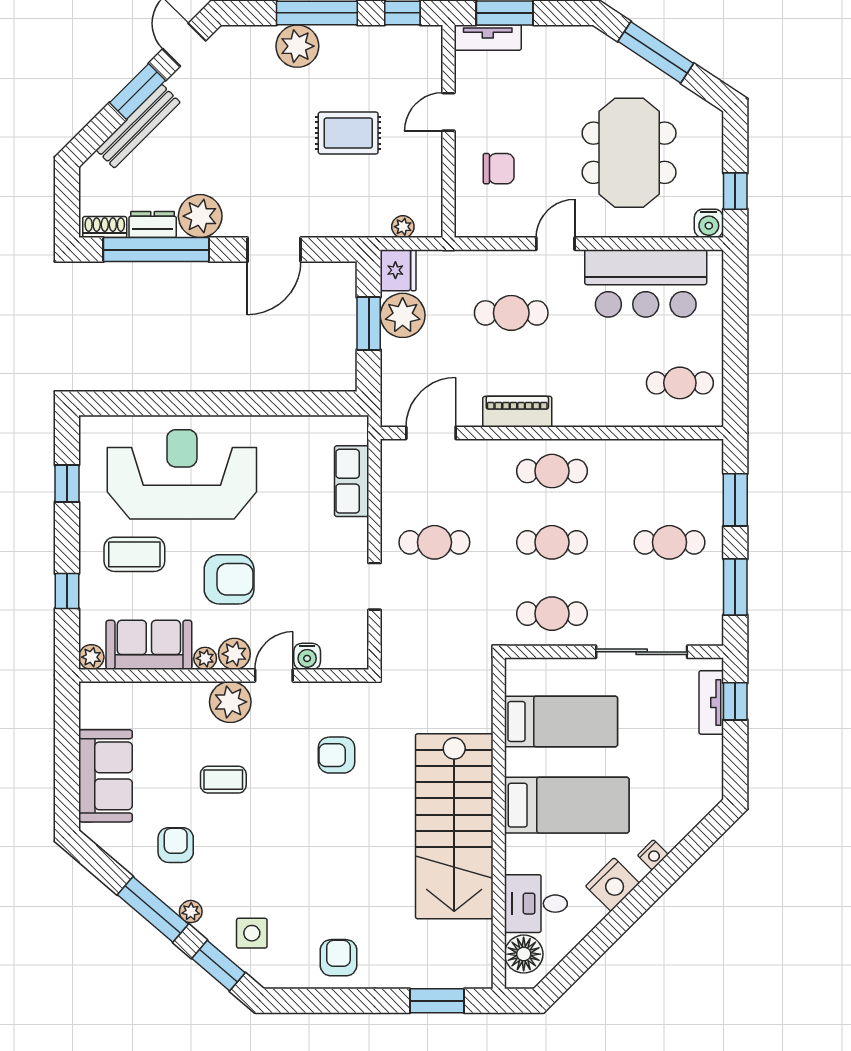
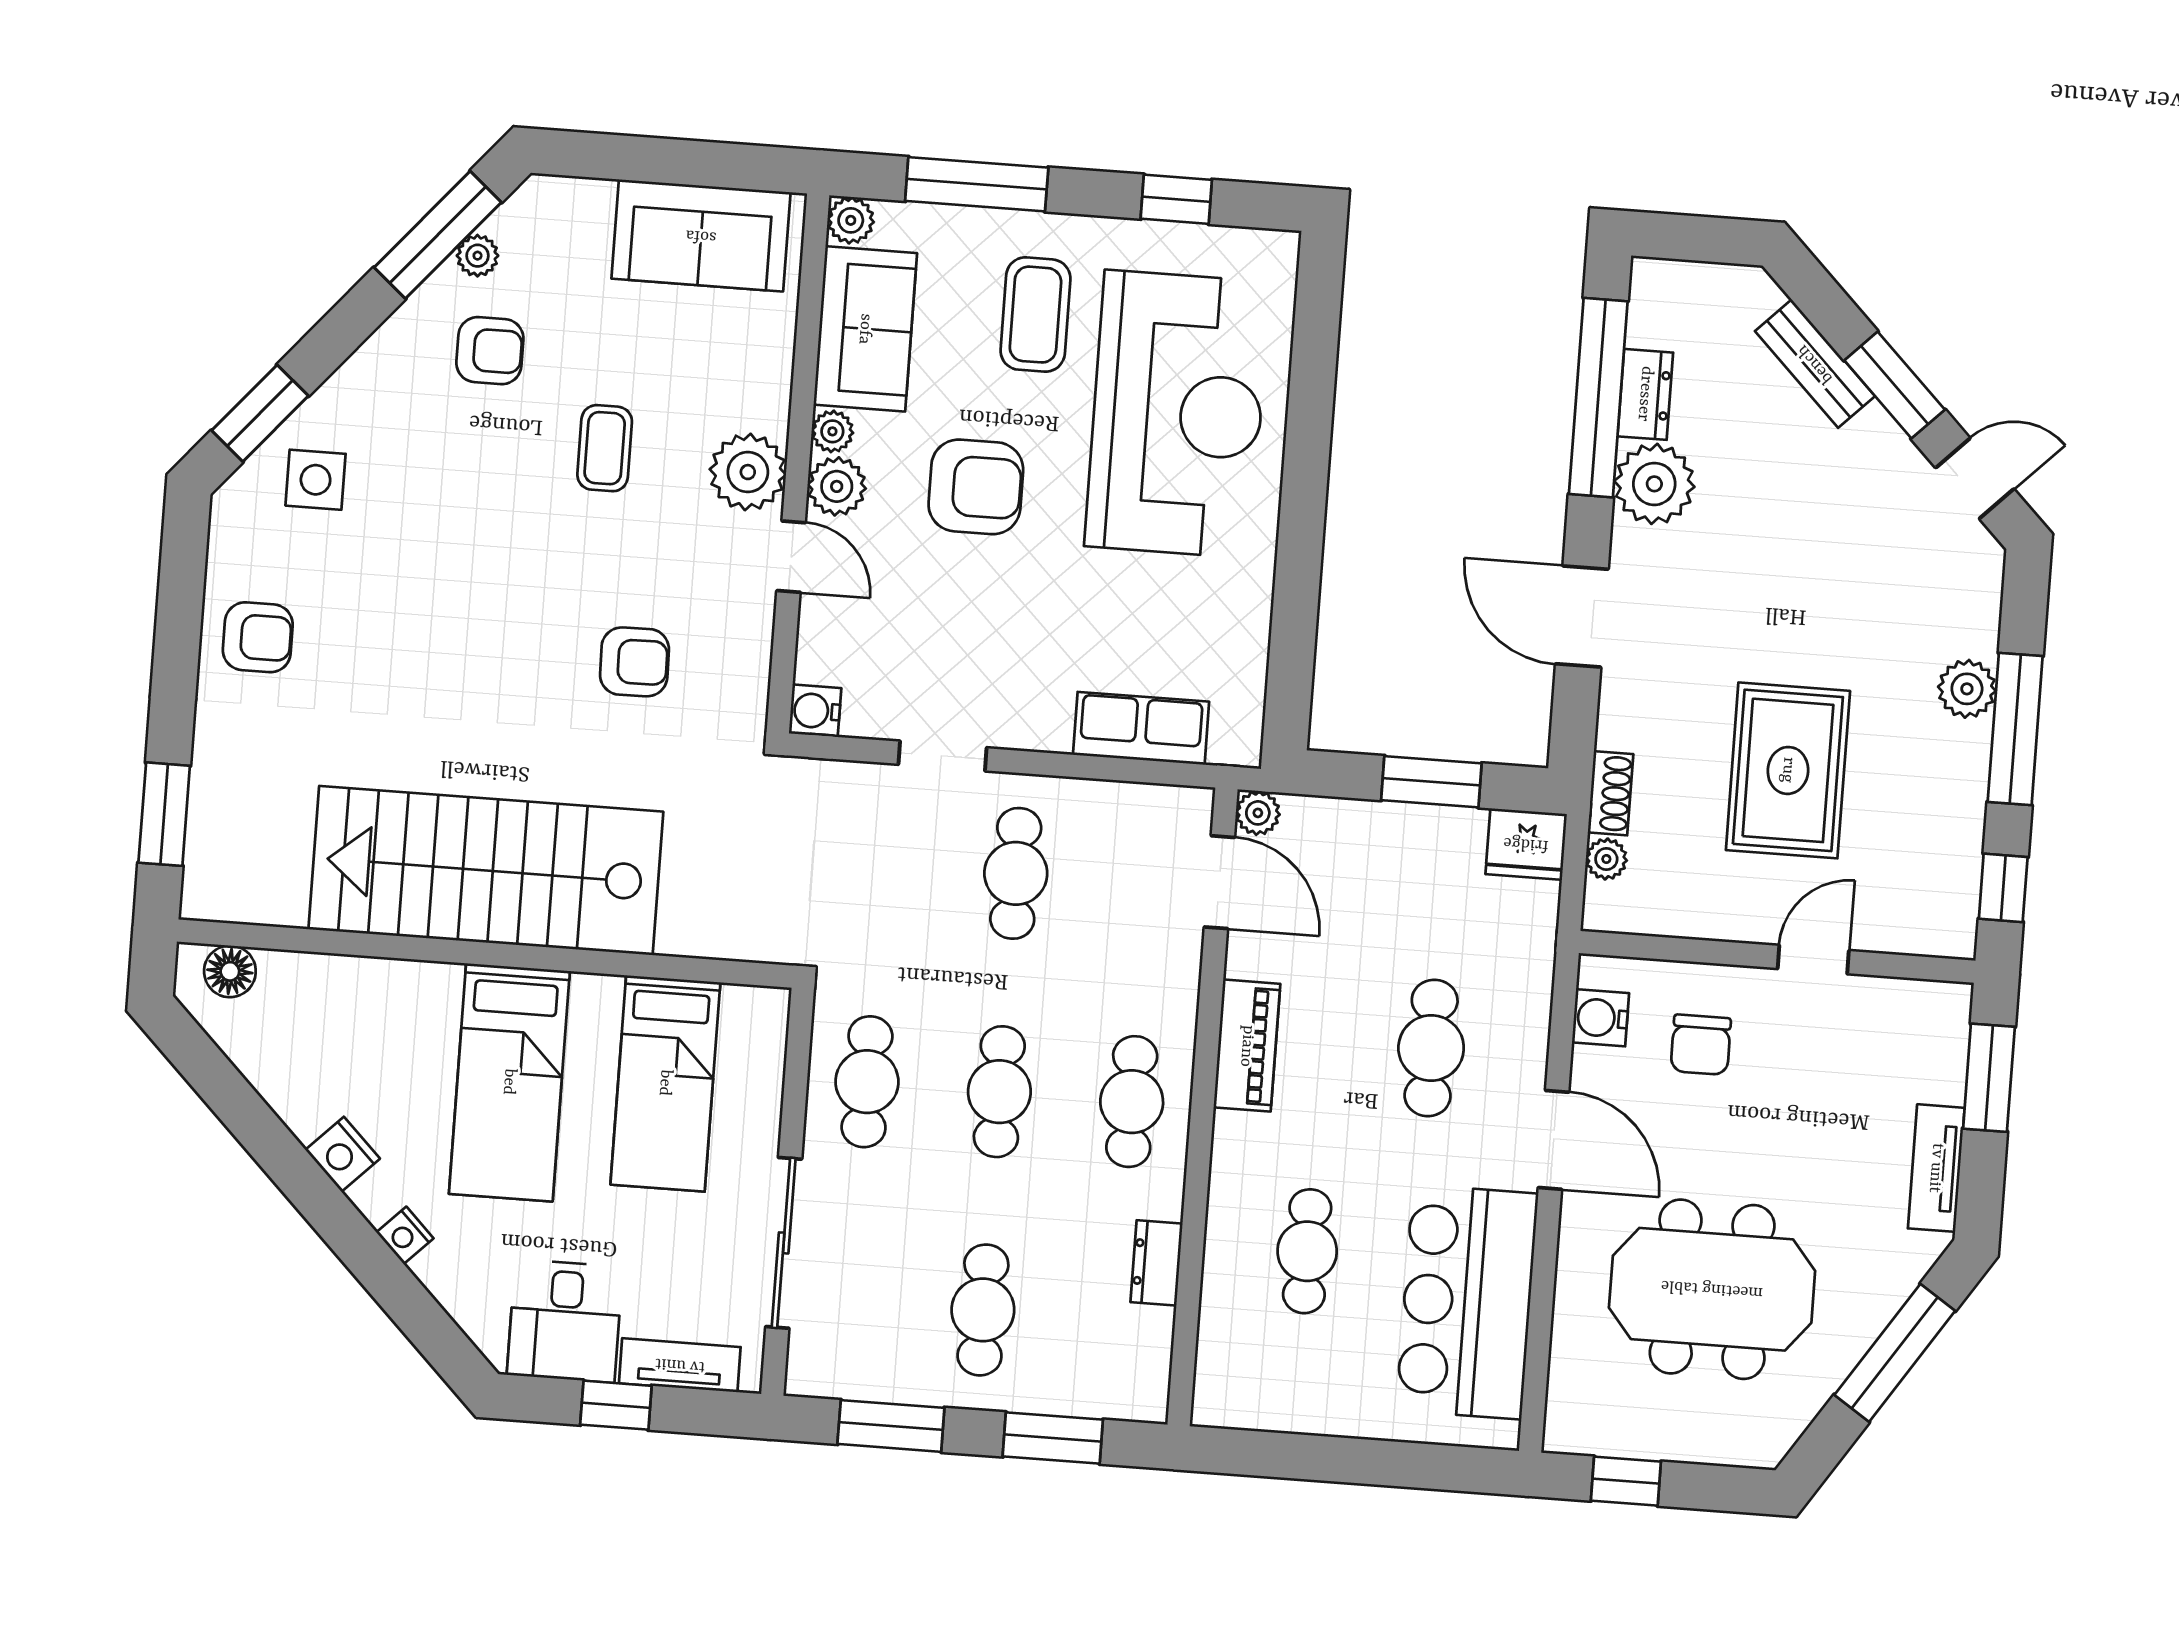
tv unit: (488, 38) -> (1936, 1168), moved
plant: (297, 46) -> (1967, 689), width x0.73, depth x0.73
door: (448, 112) -> (1813, 960), hinge flipped
bench: (138, 126) -> (1815, 364), width x0.73
rug: (348, 133) -> (1788, 770), width x1.36, depth x1.43
water cooler: (709, 223) -> (1601, 1018), moved
shoe rack: (105, 227) -> (1610, 793), moved
door: (555, 244) -> (1554, 1140), width x1.38
plant: (403, 315) -> (1258, 813), moved, width x0.53, depth x0.53
cafe table: (680, 383) -> (1307, 1251), moved
dresser: (637, 451) -> (1157, 1263), added
armchair: (229, 579) -> (976, 487), turned -90
window: (67, 591) -> (977, 184), width x2.17
water cooler: (307, 656) -> (815, 711), moved
window: (735, 701) -> (616, 1405), moved
armchair: (337, 755) -> (634, 662), turned 89
sofa: (106, 776) -> (701, 236), moved
nightstand: (613, 885) -> (343, 1154), width x0.74, depth x0.75
desk: (536, 904) -> (565, 1321), moved, turned 180
window: (153, 909) -> (438, 235), moved
plant: (191, 912) -> (478, 256), moved
floor lamp: (524, 954) -> (230, 971), width x0.73, depth x0.73

